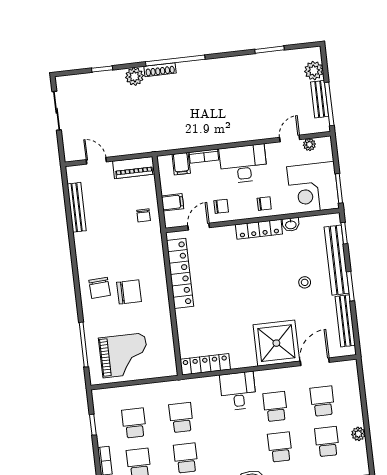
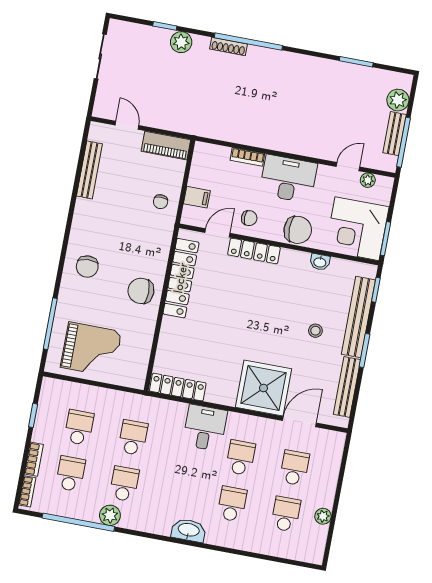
plant: (134, 77) -> (181, 42), moved
filing cabinet: (181, 164) -> (220, 157), removed
chair: (264, 204) -> (298, 230), width x1.87, depth x1.87
locker: (259, 229) -> (254, 251), moved
chair: (129, 292) -> (141, 291), moved, turned 180

